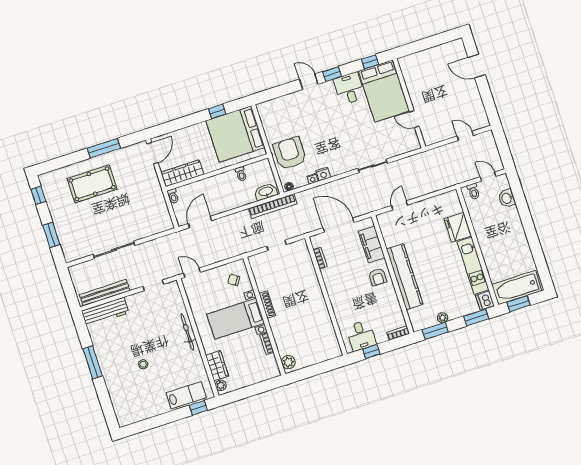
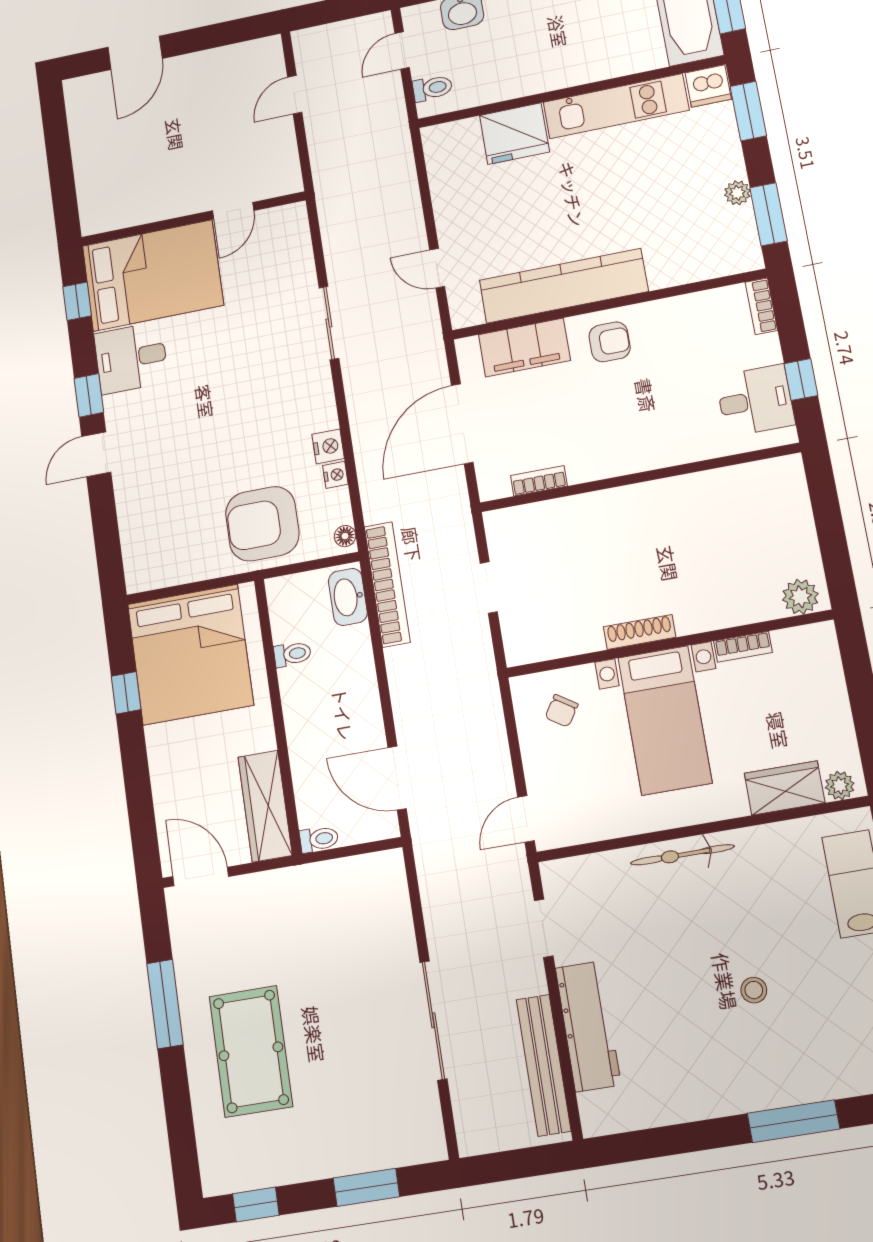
kitchen counter: (405, 277) -> (564, 286), moved
workbench: (105, 312) -> (588, 1026), moved
window: (93, 362) -> (793, 1121), moved

